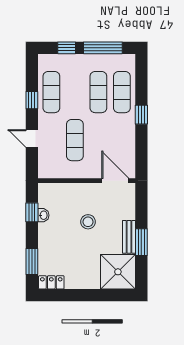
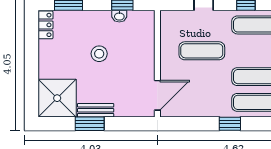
stool: (88, 222) -> (99, 54), moved

